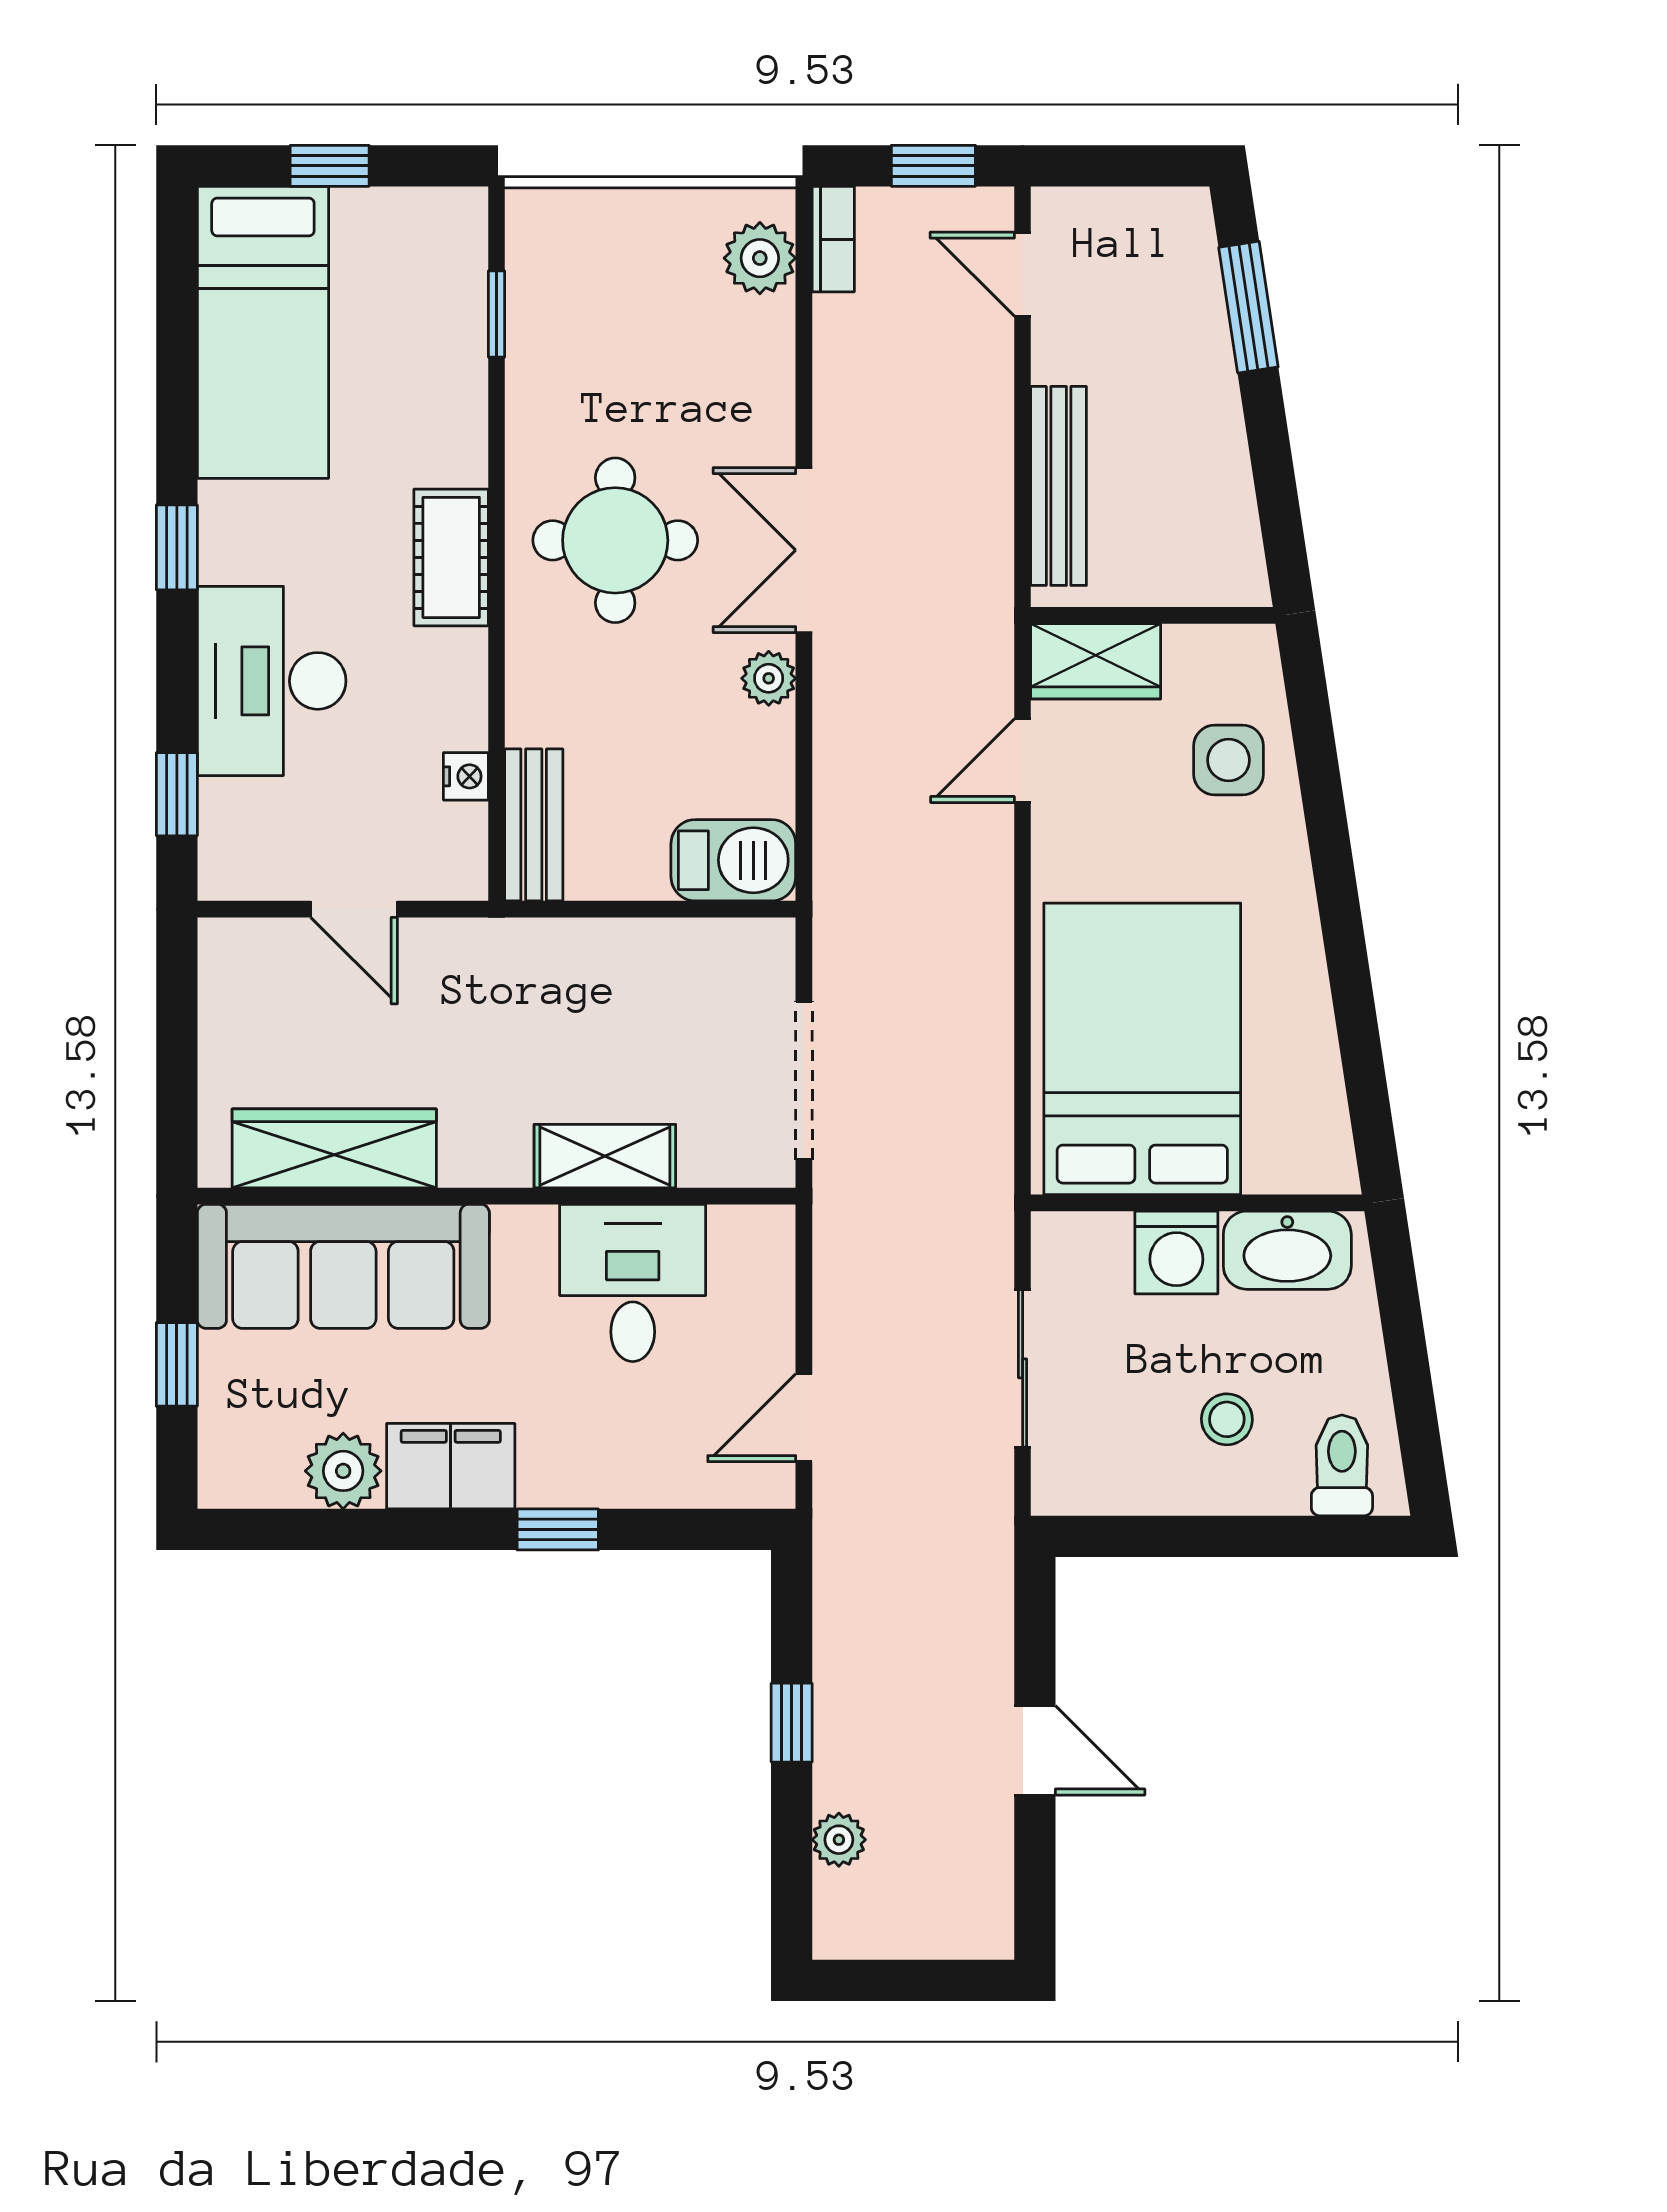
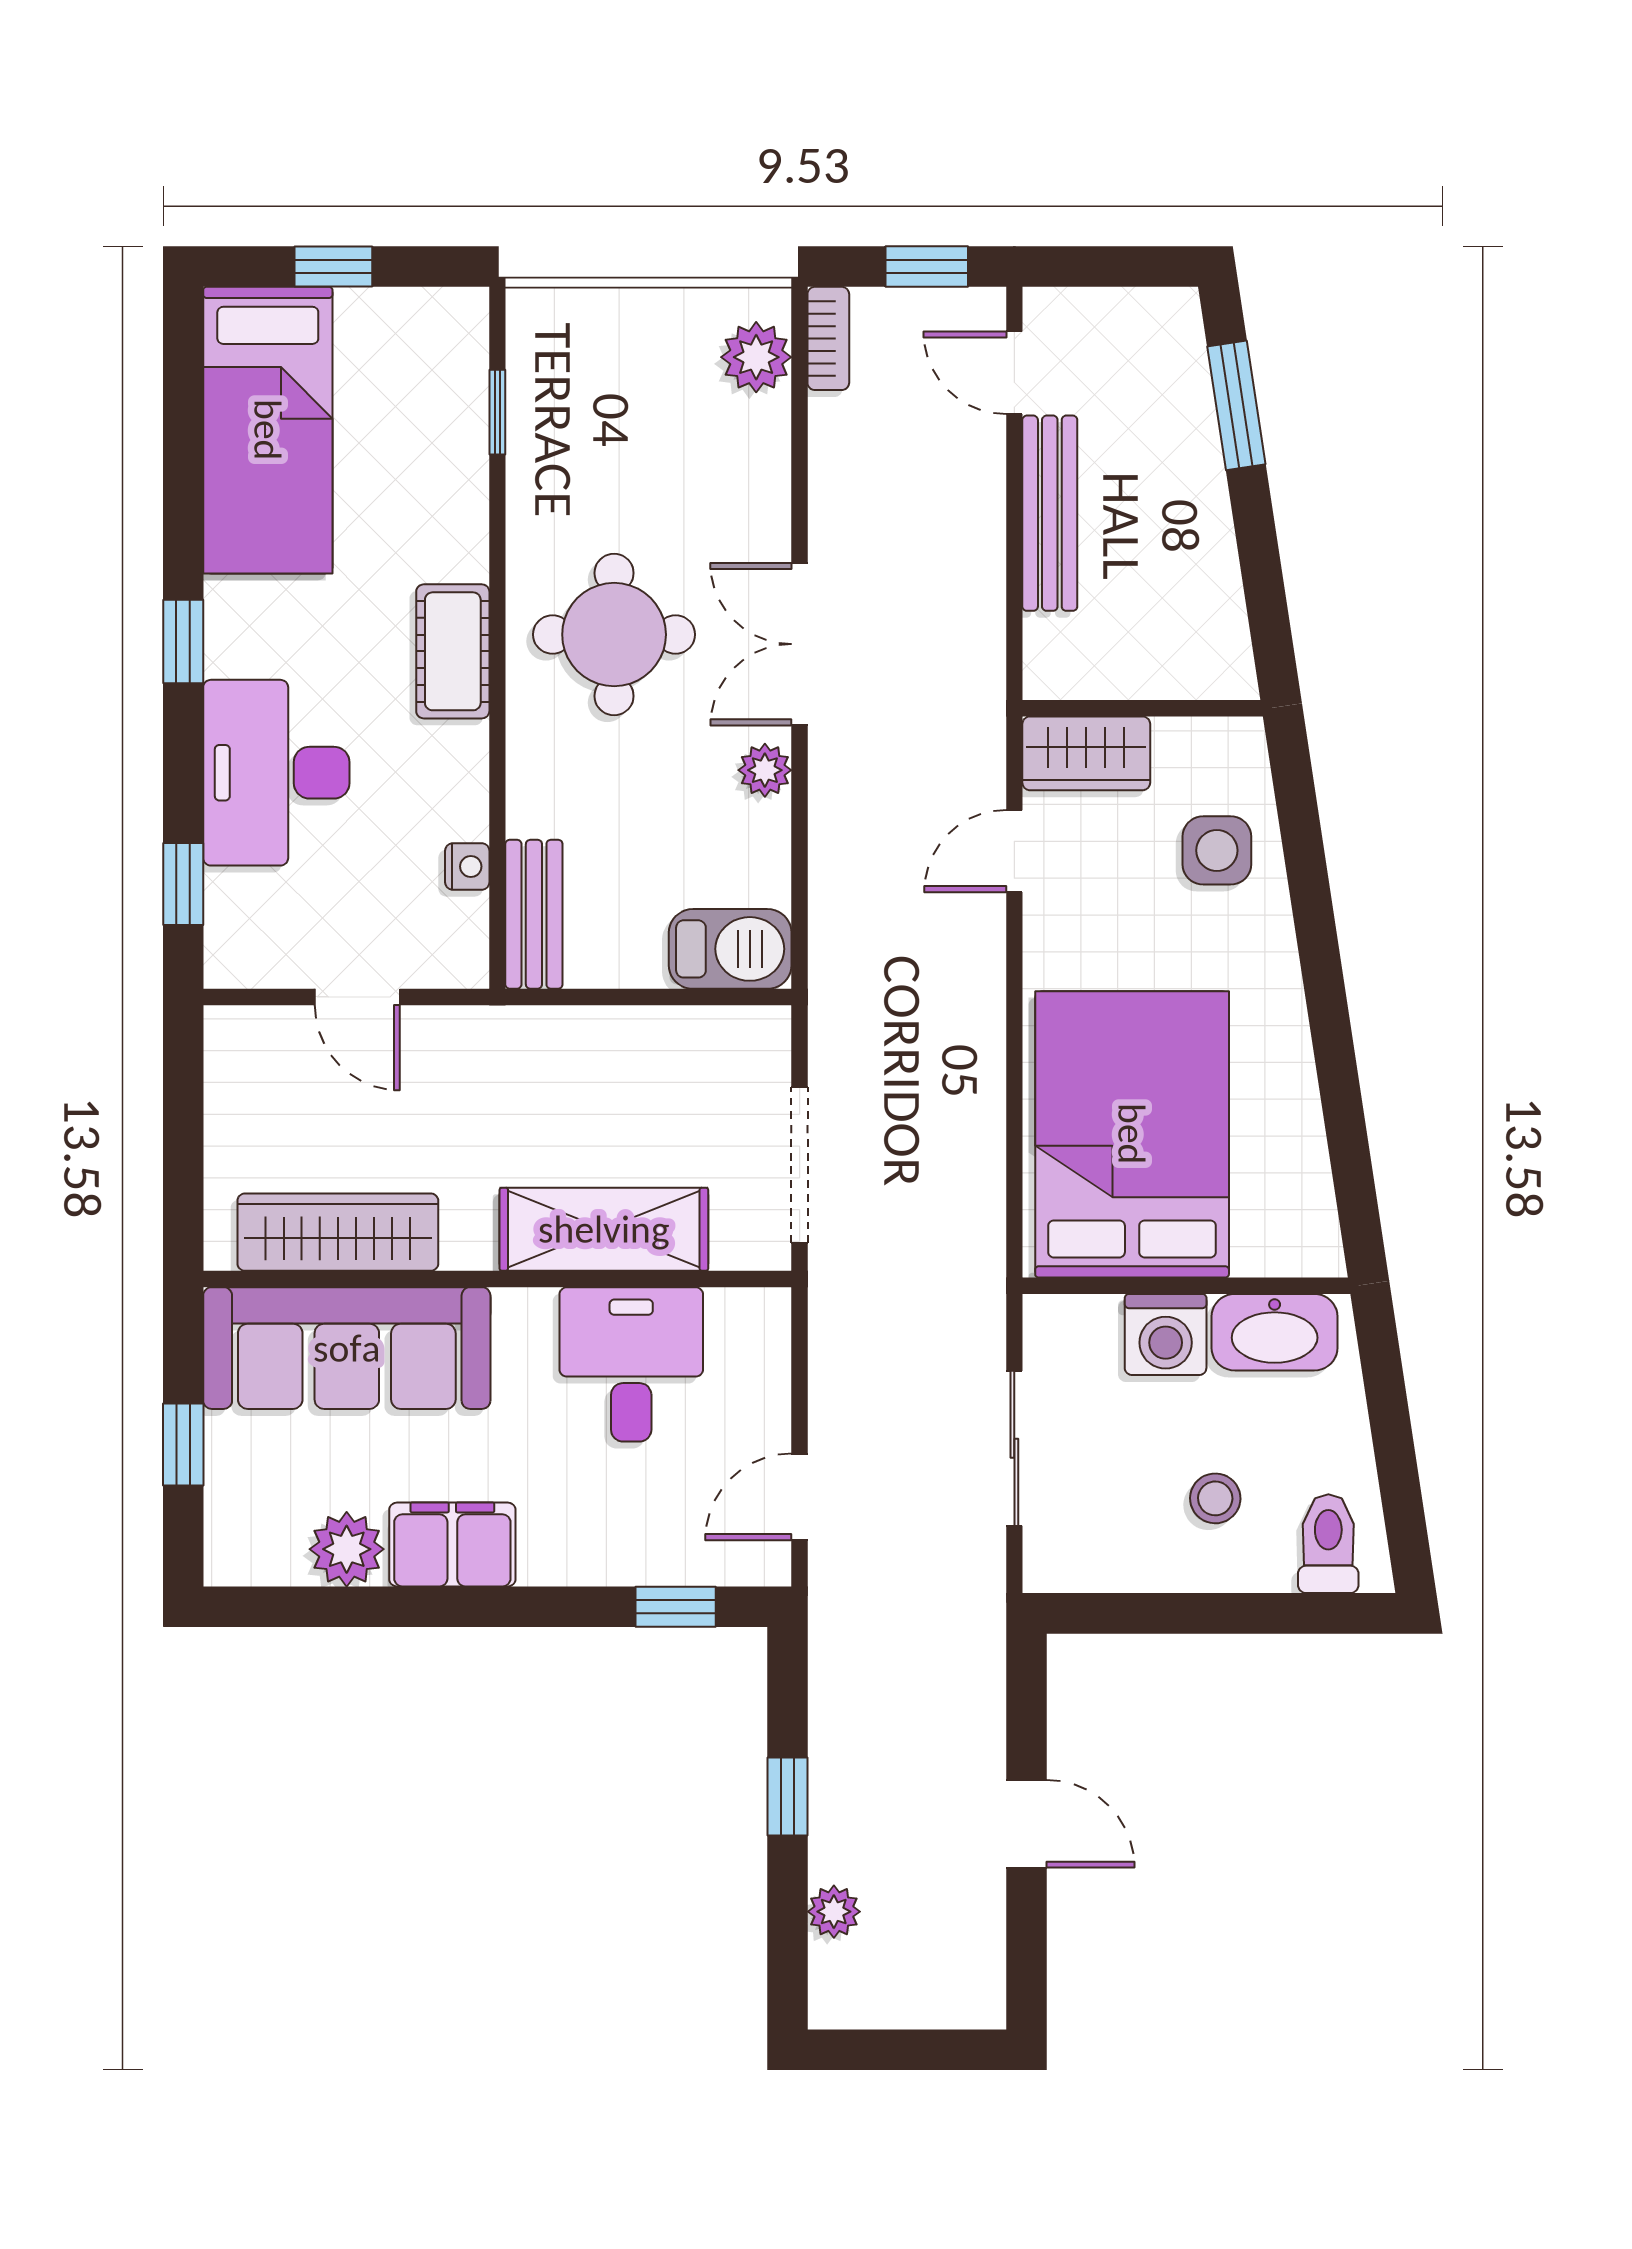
bench: (1059, 486) -> (1050, 513), moved
shelving: (605, 1156) -> (604, 1229), width x1.50, depth x1.33
window: (558, 1529) -> (676, 1607), moved

